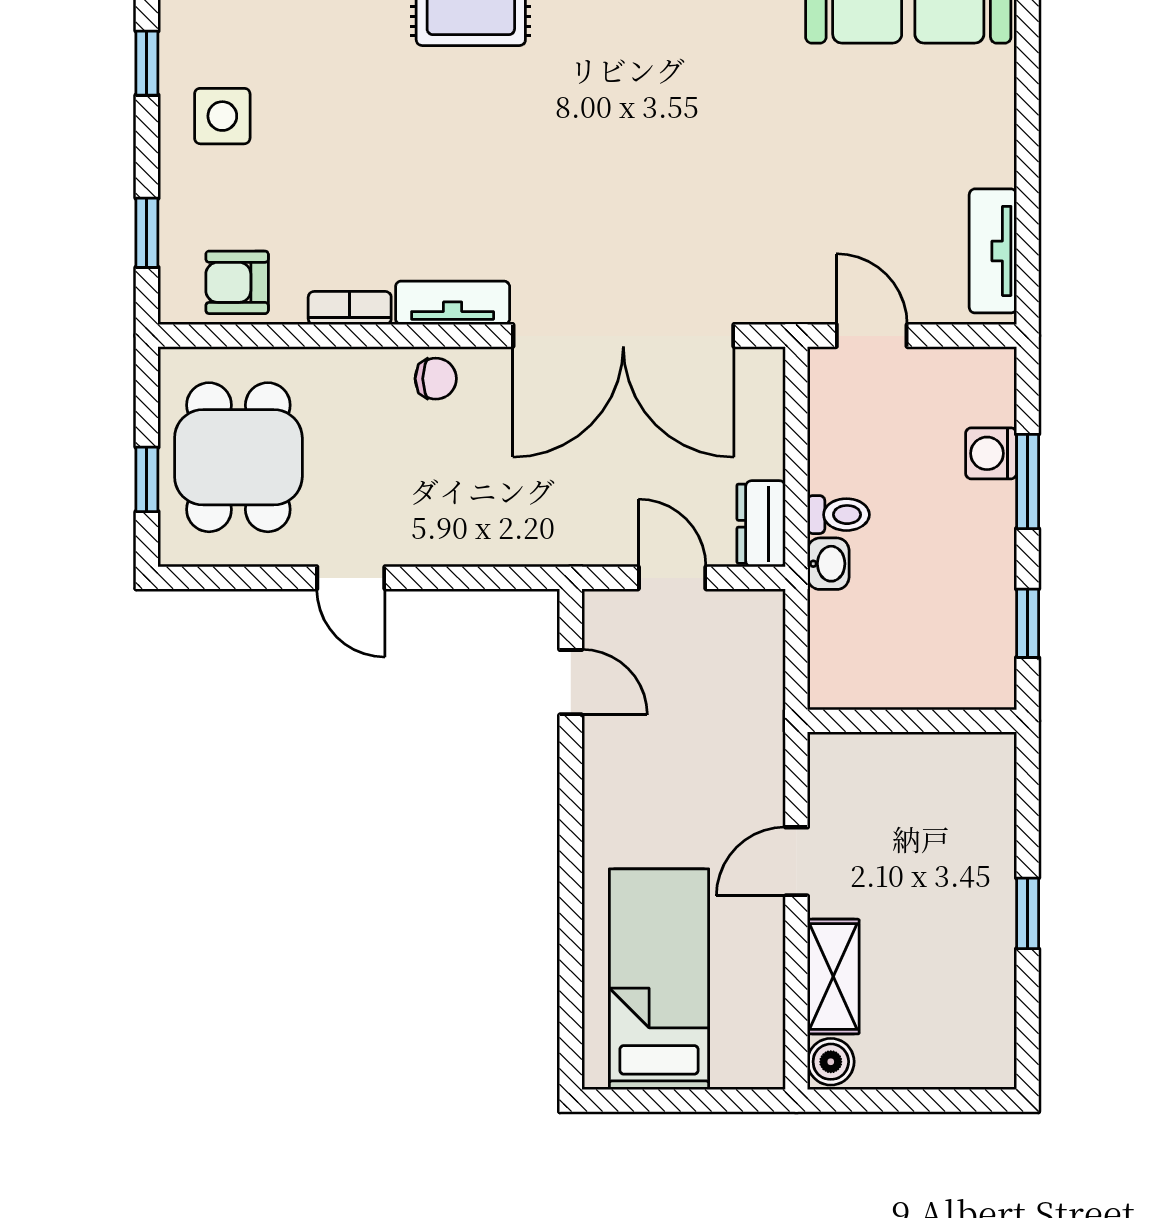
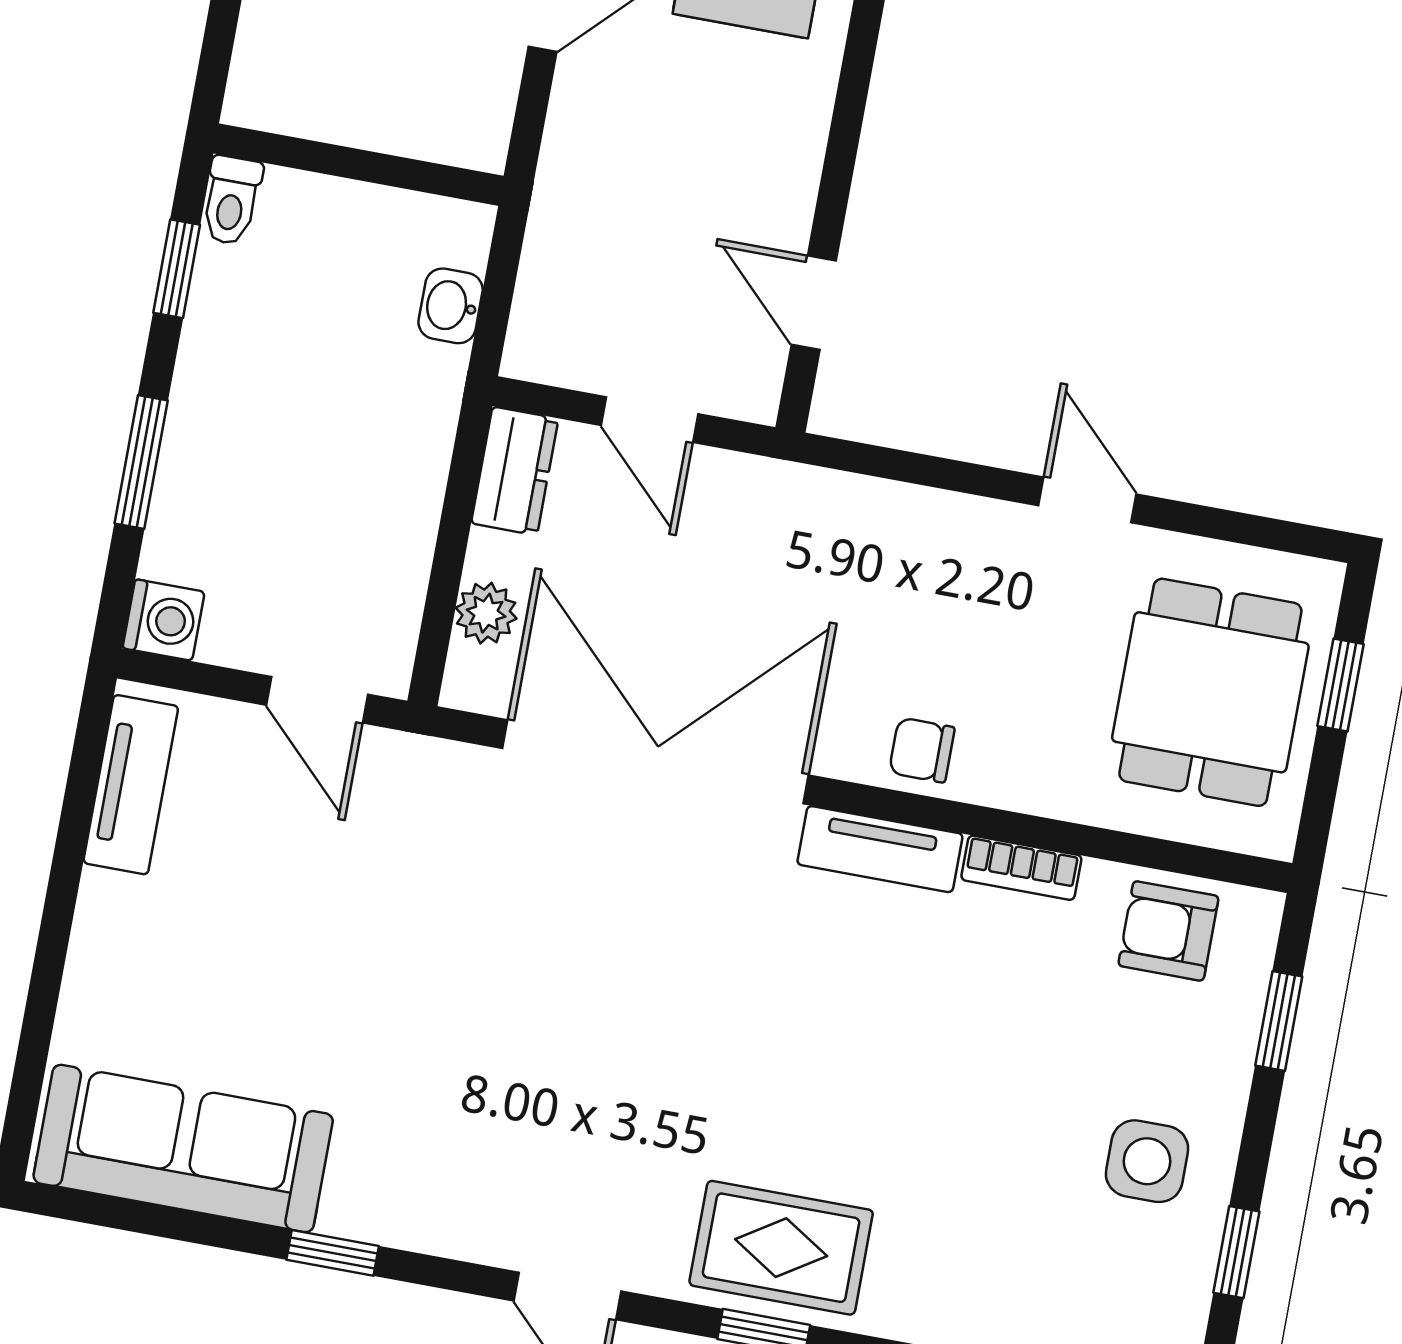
armchair: (237, 282) -> (1168, 931), turned 180
plant: (763, 419) -> (486, 613), added
washing machine: (991, 453) -> (164, 620), moved
toilet: (838, 515) -> (231, 200), moved, turned -90
washbasin: (828, 564) -> (451, 306), moved

